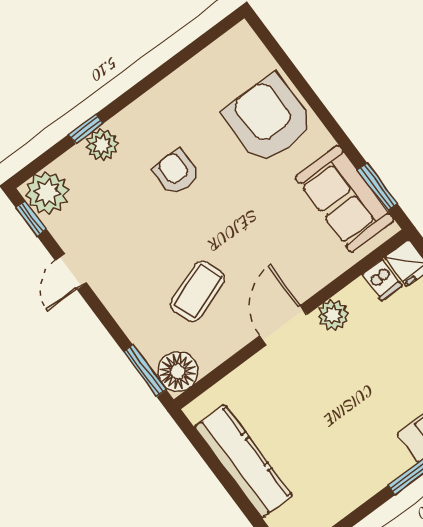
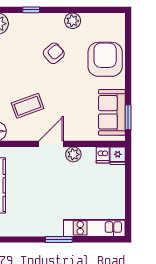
plant: (102, 145) -> (73, 21), moved
armchair: (176, 173) -> (54, 53), turned 49

